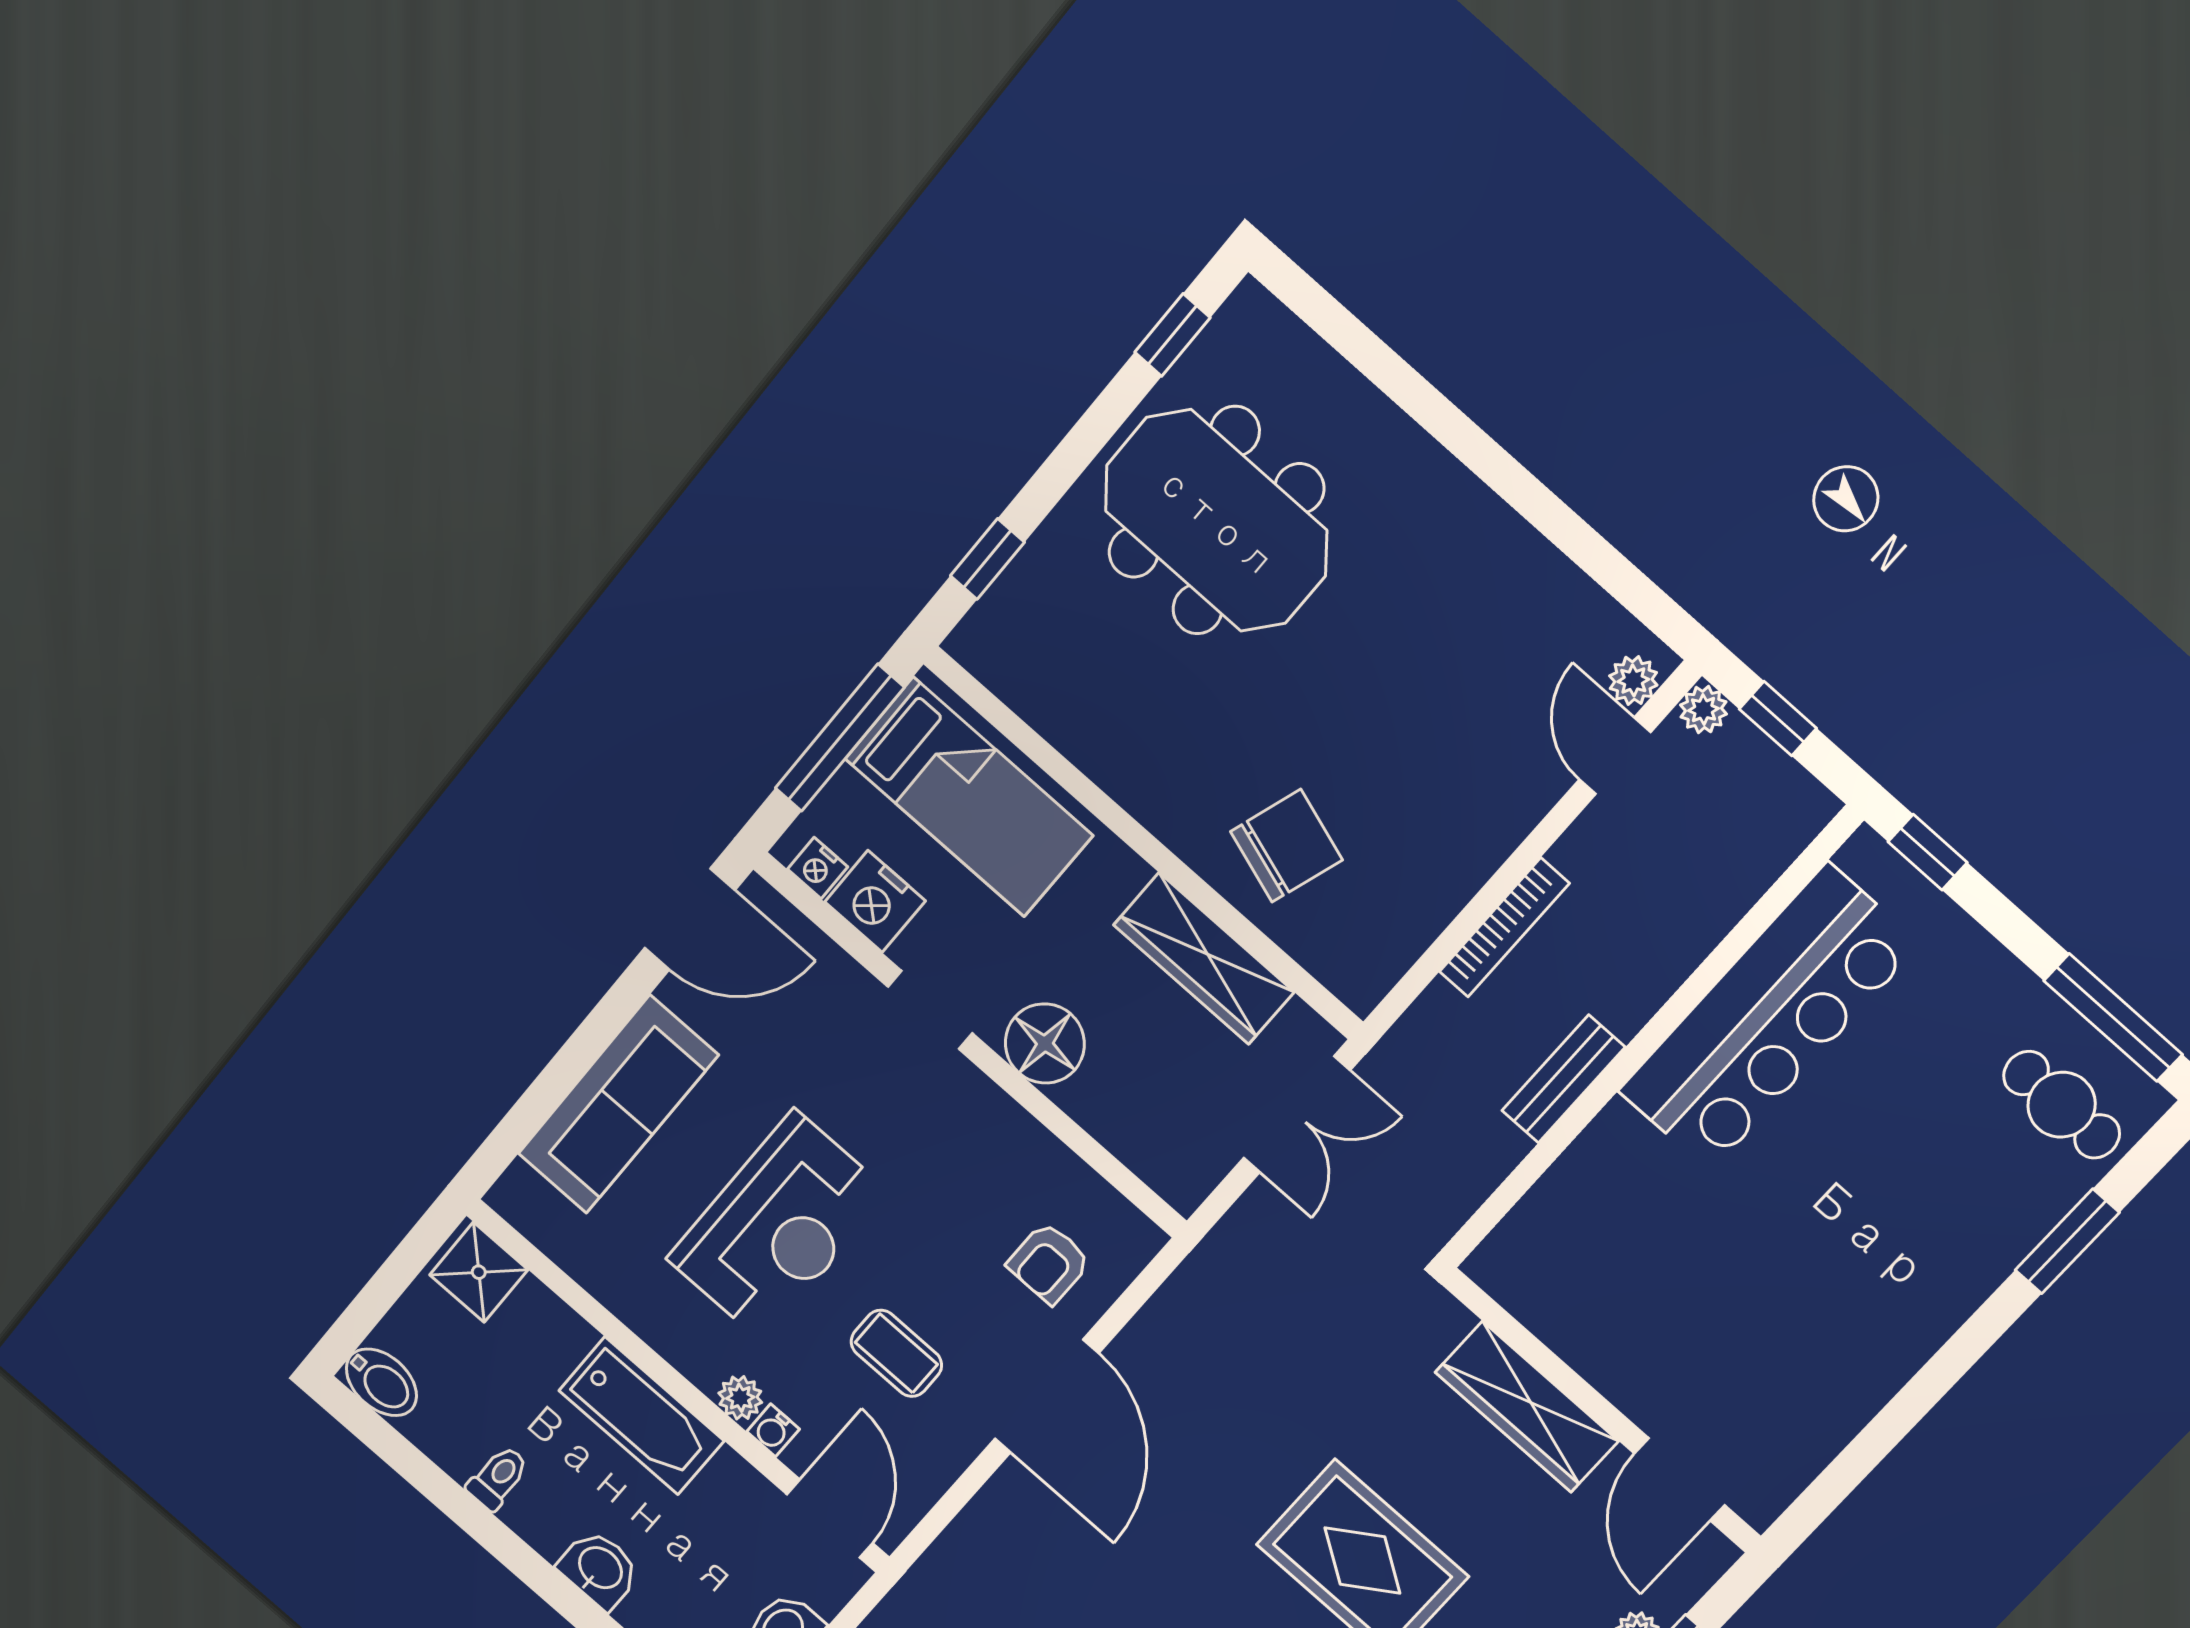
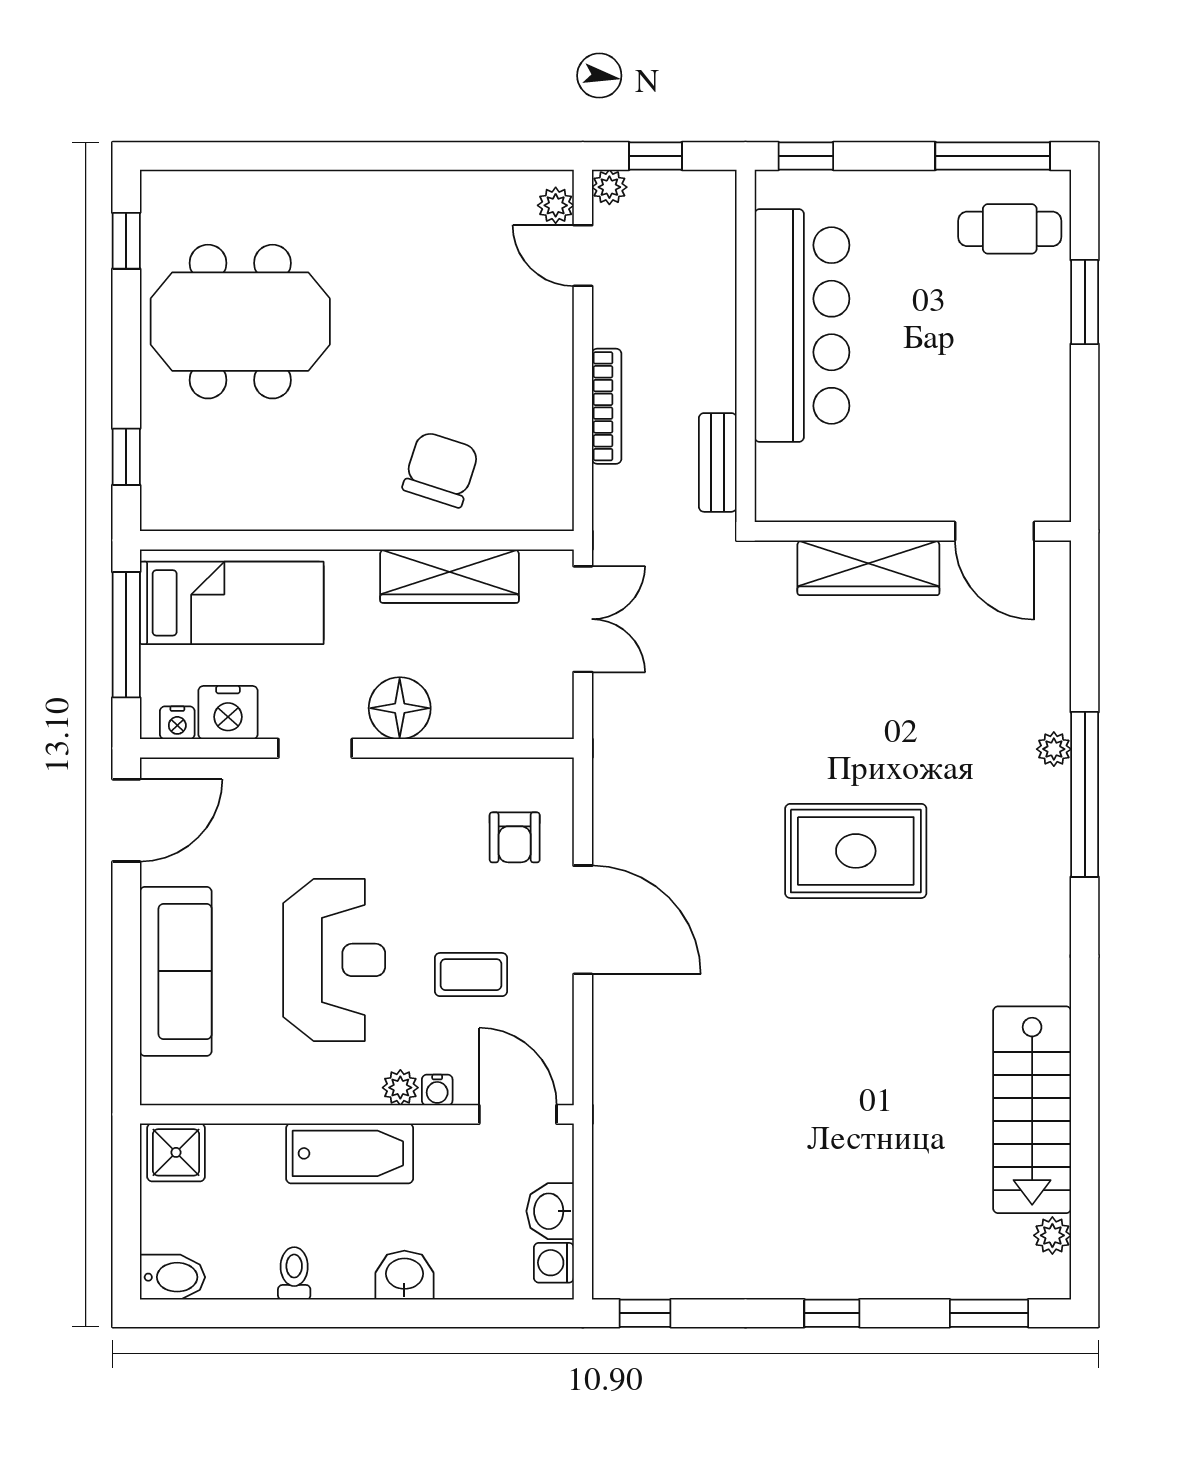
wardrobe: (1527, 1407) -> (868, 568), moved
wall: (1601, 1410) -> (913, 531), moved
door: (1680, 1479) -> (995, 531), moved

